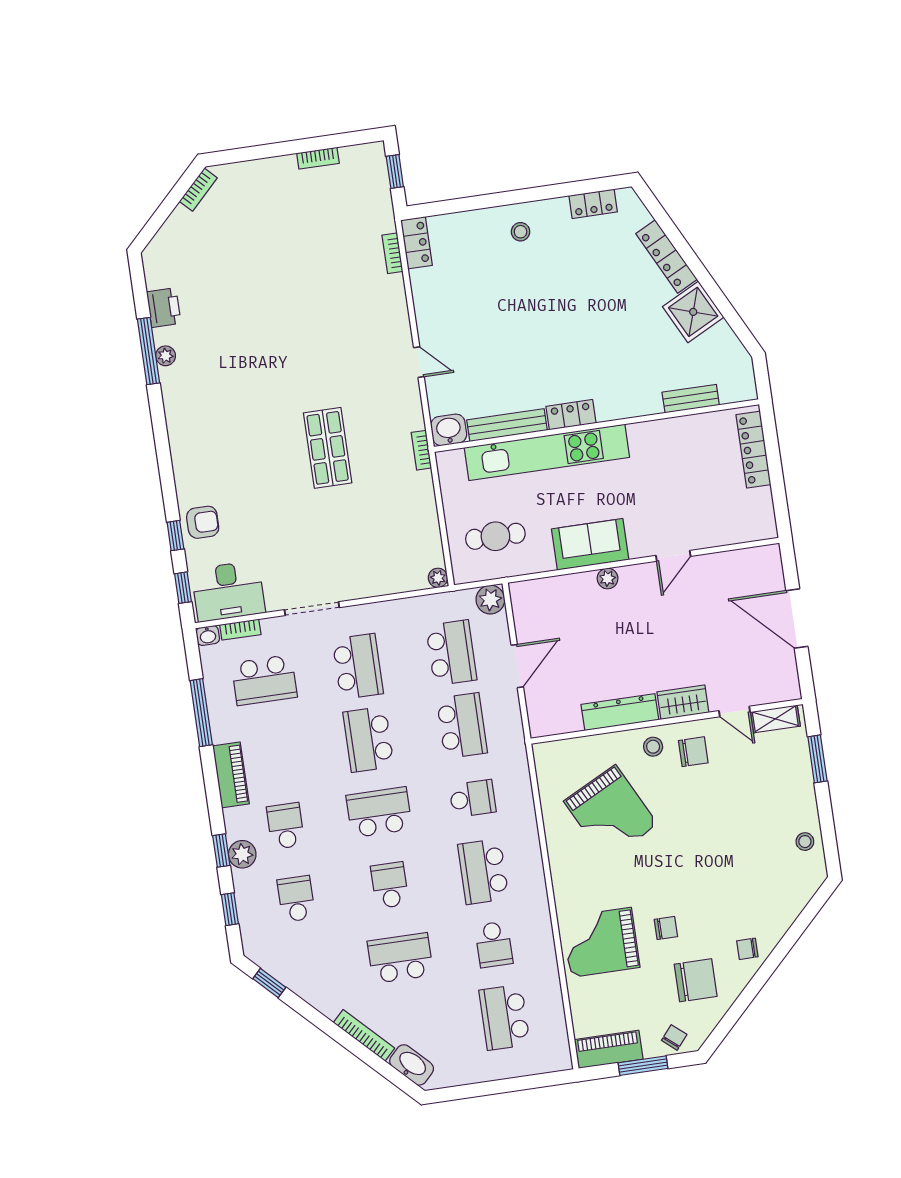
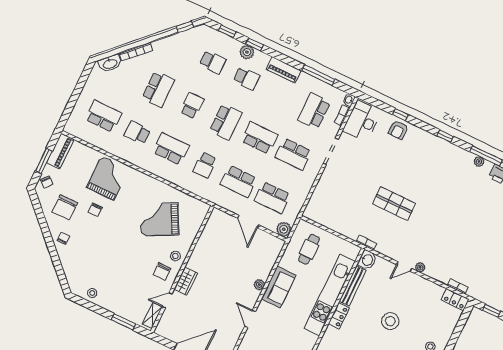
stool: (523, 325) -> (390, 321), added
plant: (438, 578) -> (420, 267), moved
window: (183, 588) -> (445, 136), moved
dresser: (620, 712) -> (199, 252), removed
school desk: (390, 885) -> (192, 105), turned -90

